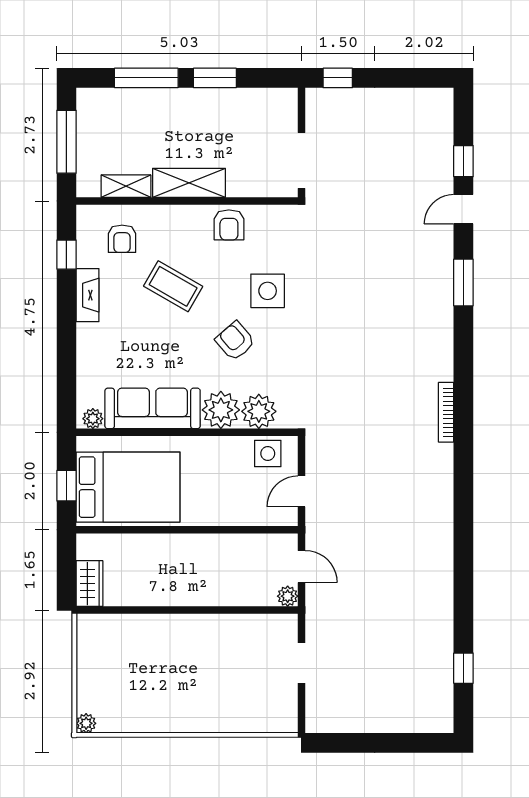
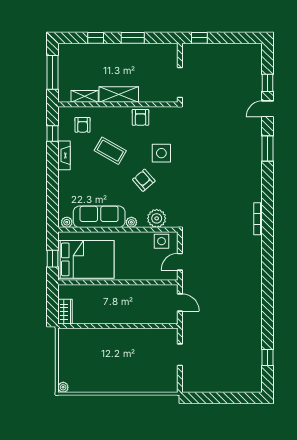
window: (146, 78) -> (96, 38), width x0.46
plant: (221, 410) -> (131, 222), width x0.53, depth x0.53
plant: (288, 596) -> (172, 318), removed

